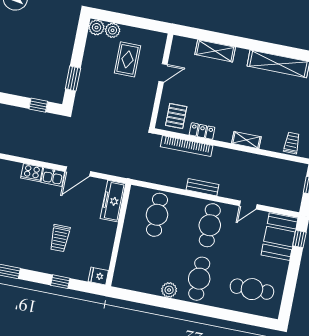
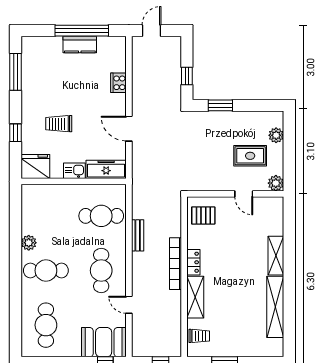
plant: (97, 27) -> (276, 183), moved
shelving: (215, 51) -> (276, 256), moved
locker: (202, 131) -> (193, 262), moved
shelving: (246, 140) -> (195, 297), width x1.50, depth x1.33
bookcase: (187, 146) -> (175, 264), moved
kitchen sink: (53, 177) -> (74, 171), moved, turned 90
bench: (203, 187) -> (138, 235), moved
cafe table: (210, 225) -> (101, 271), turned 90
fridge: (98, 276) -> (35, 166), width x1.88, depth x1.34

